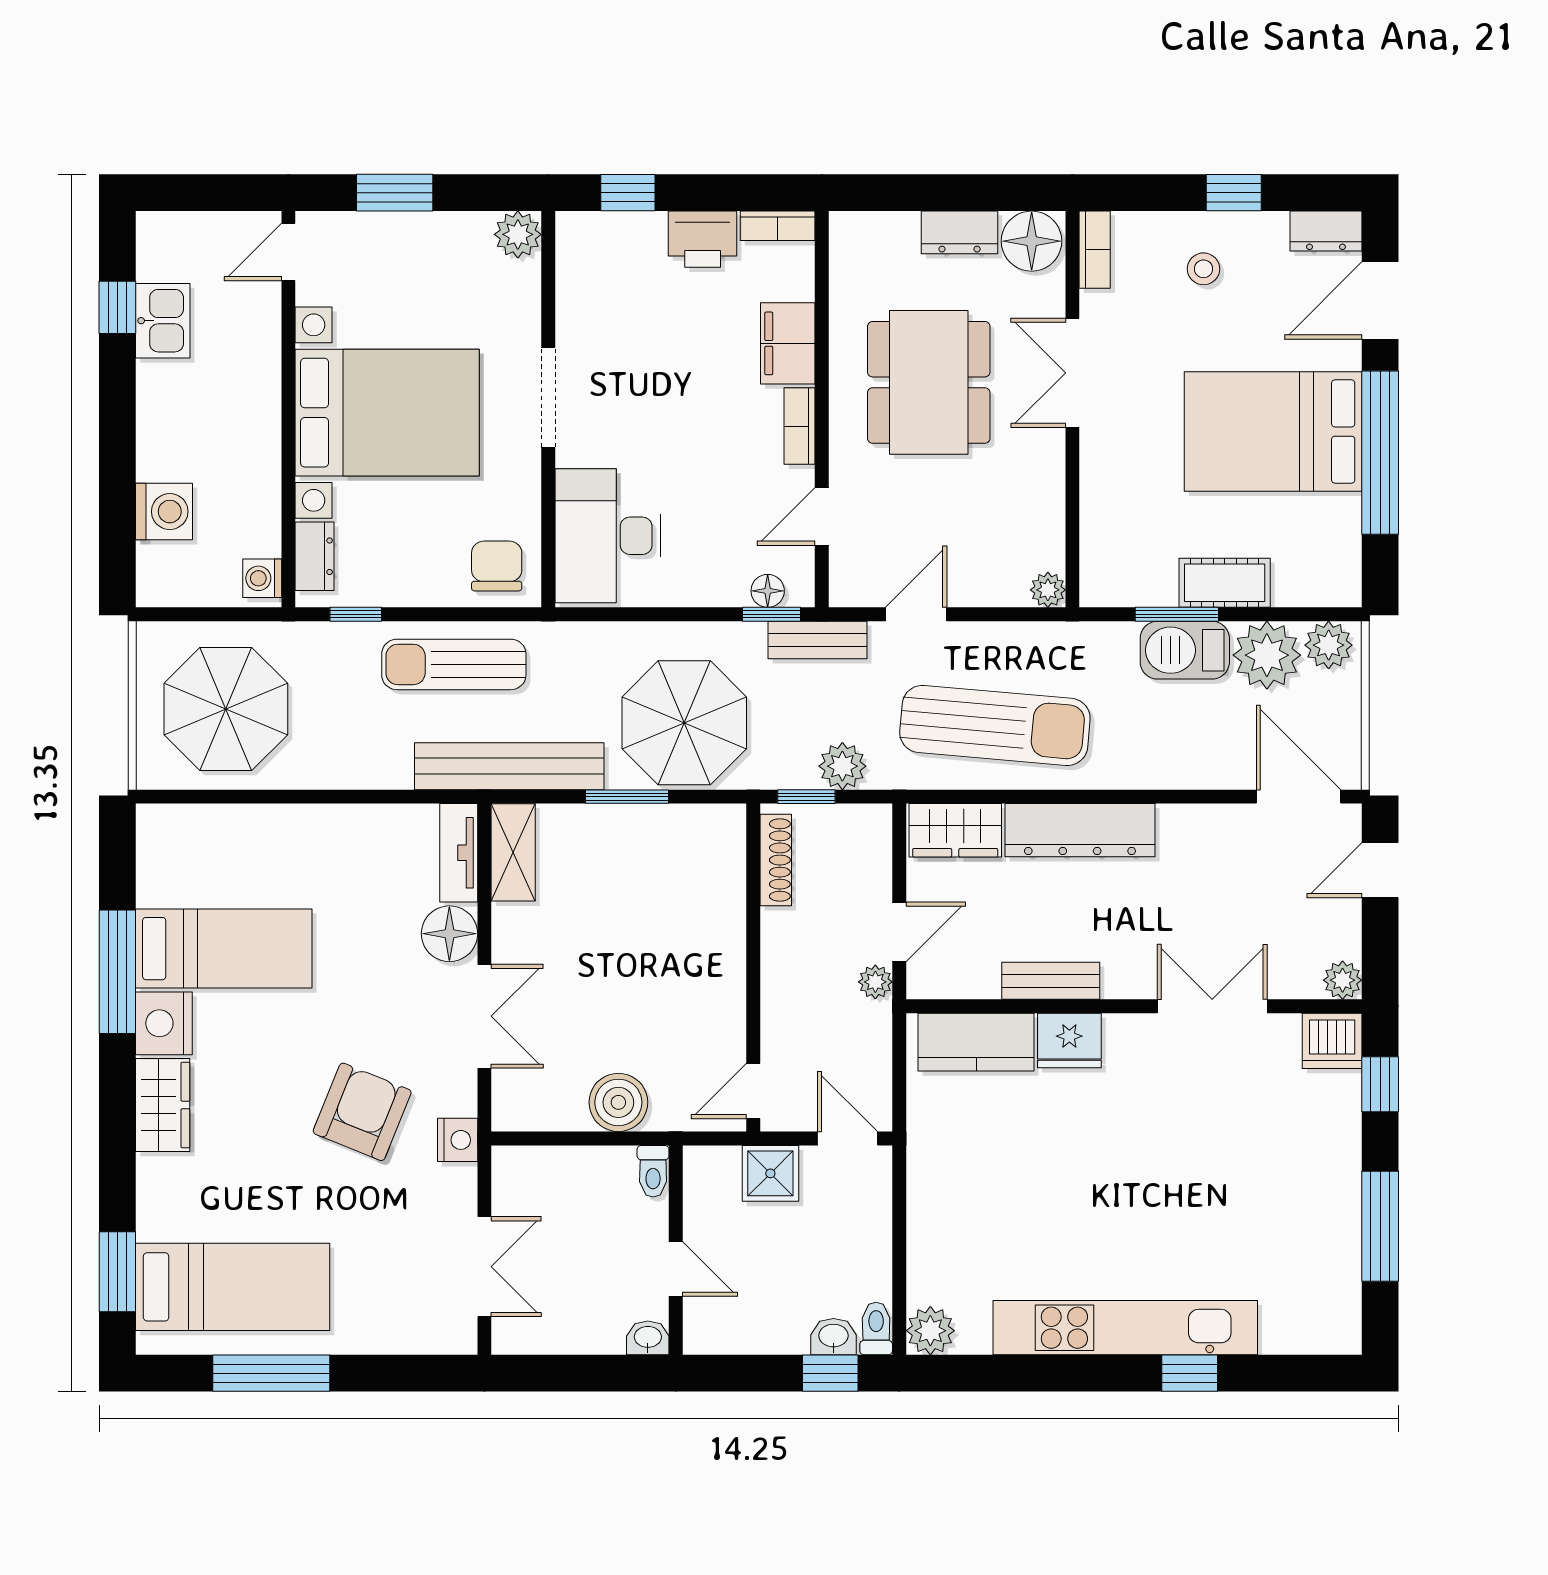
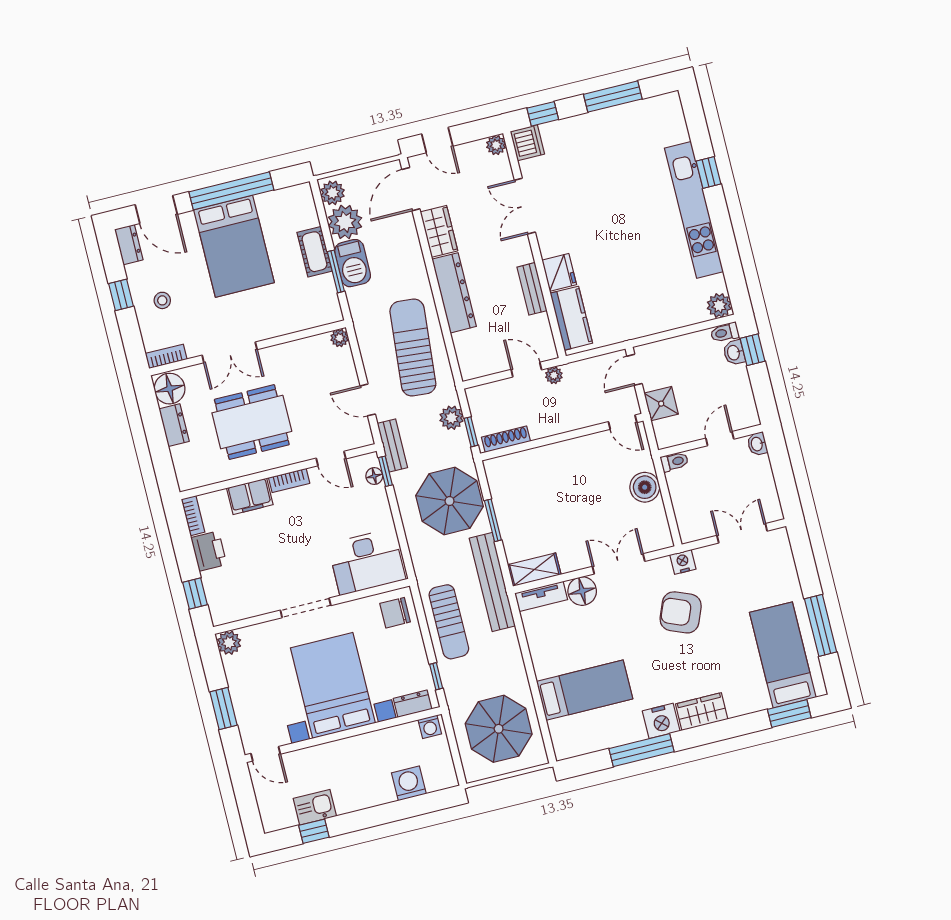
wardrobe: (955, 830) -> (439, 231), moved
bed: (224, 949) -> (585, 690), moved, turned 90

